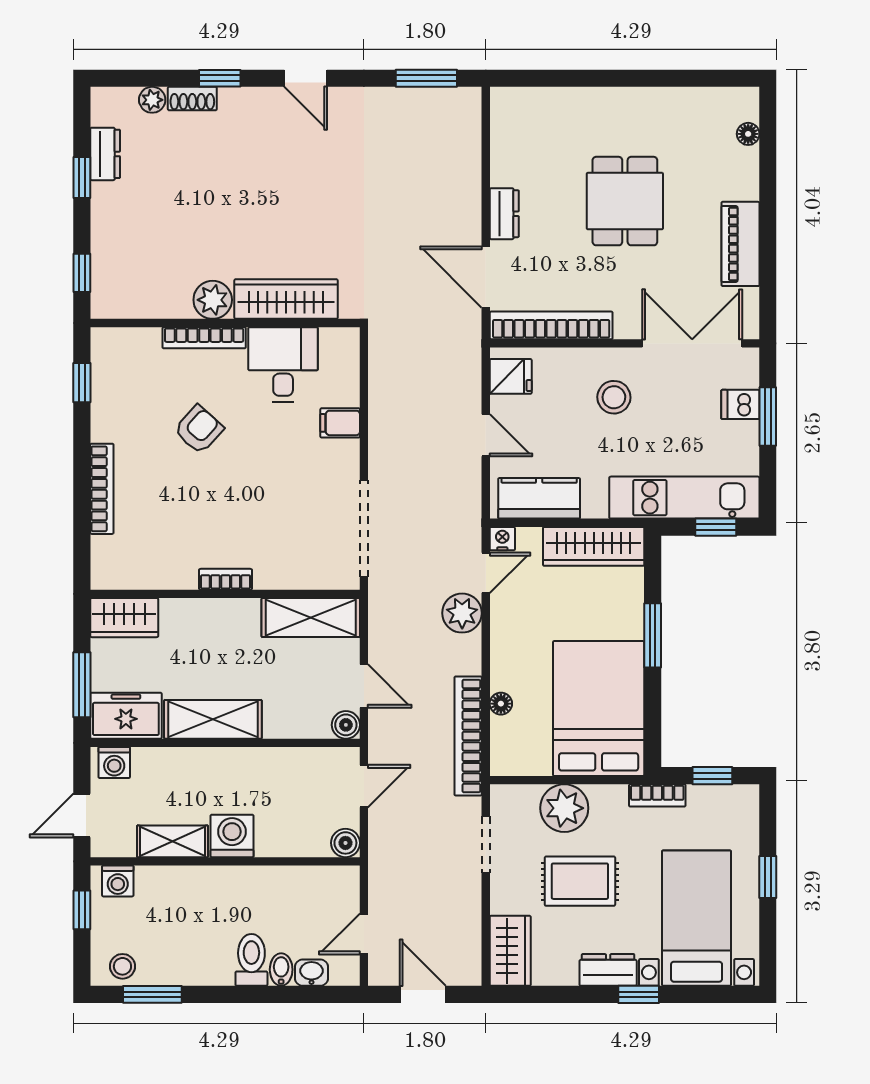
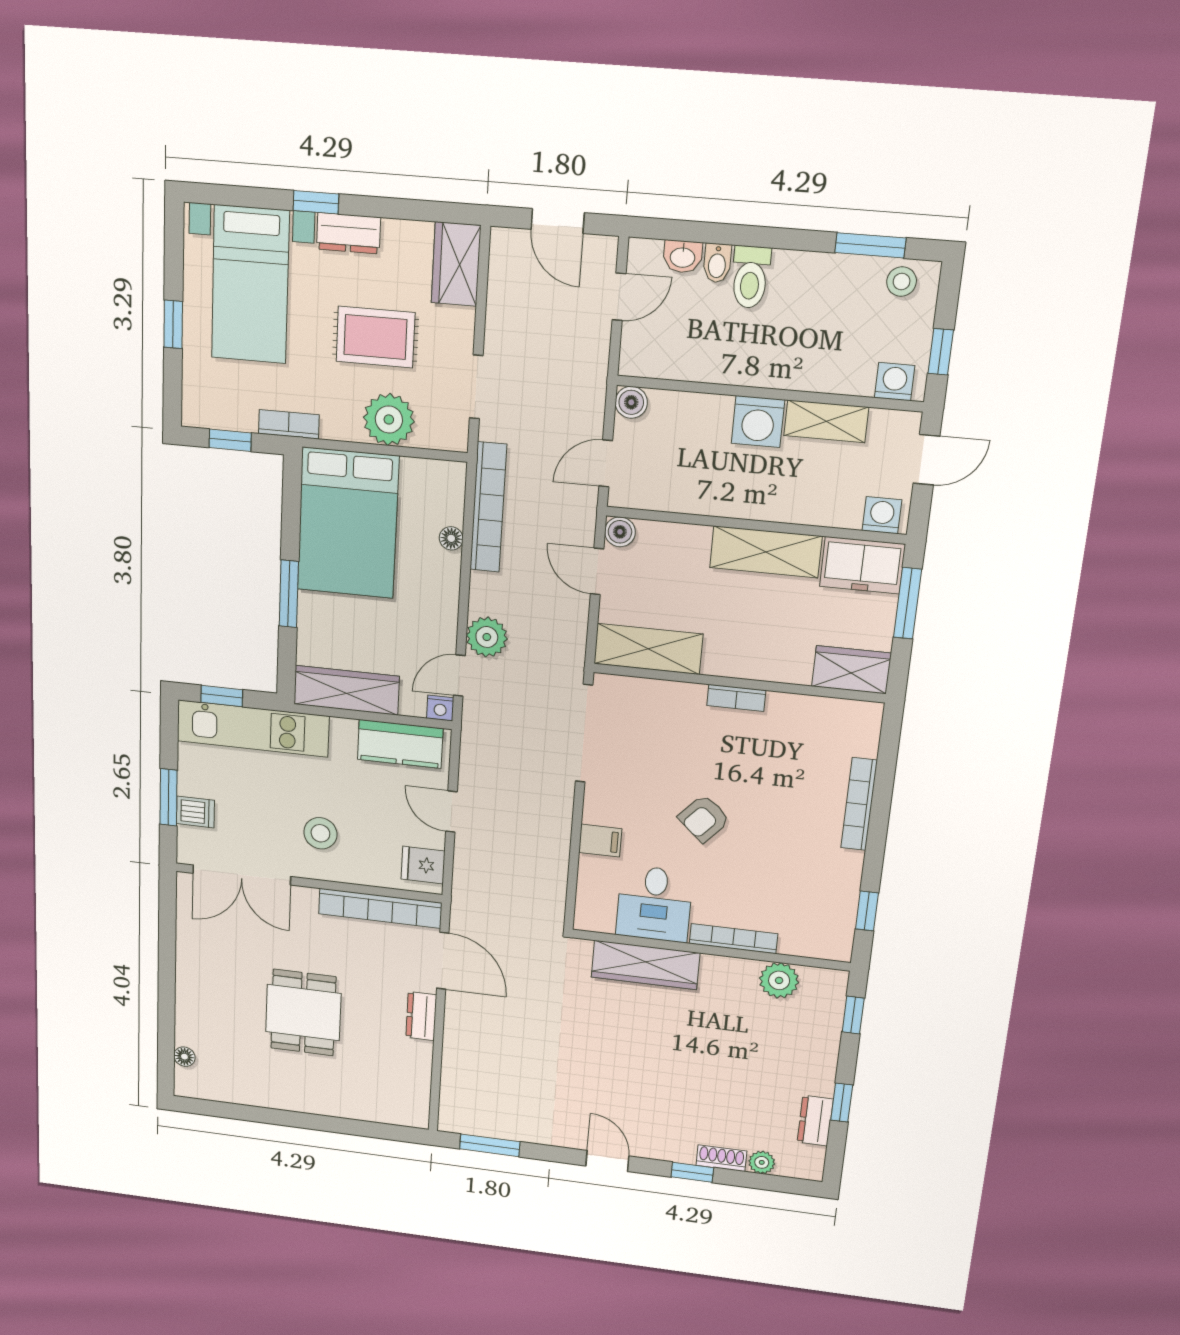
piano: (740, 244) -> (193, 960), removed
plant: (213, 300) -> (779, 980), moved
armchair: (199, 429) -> (704, 818), moved

